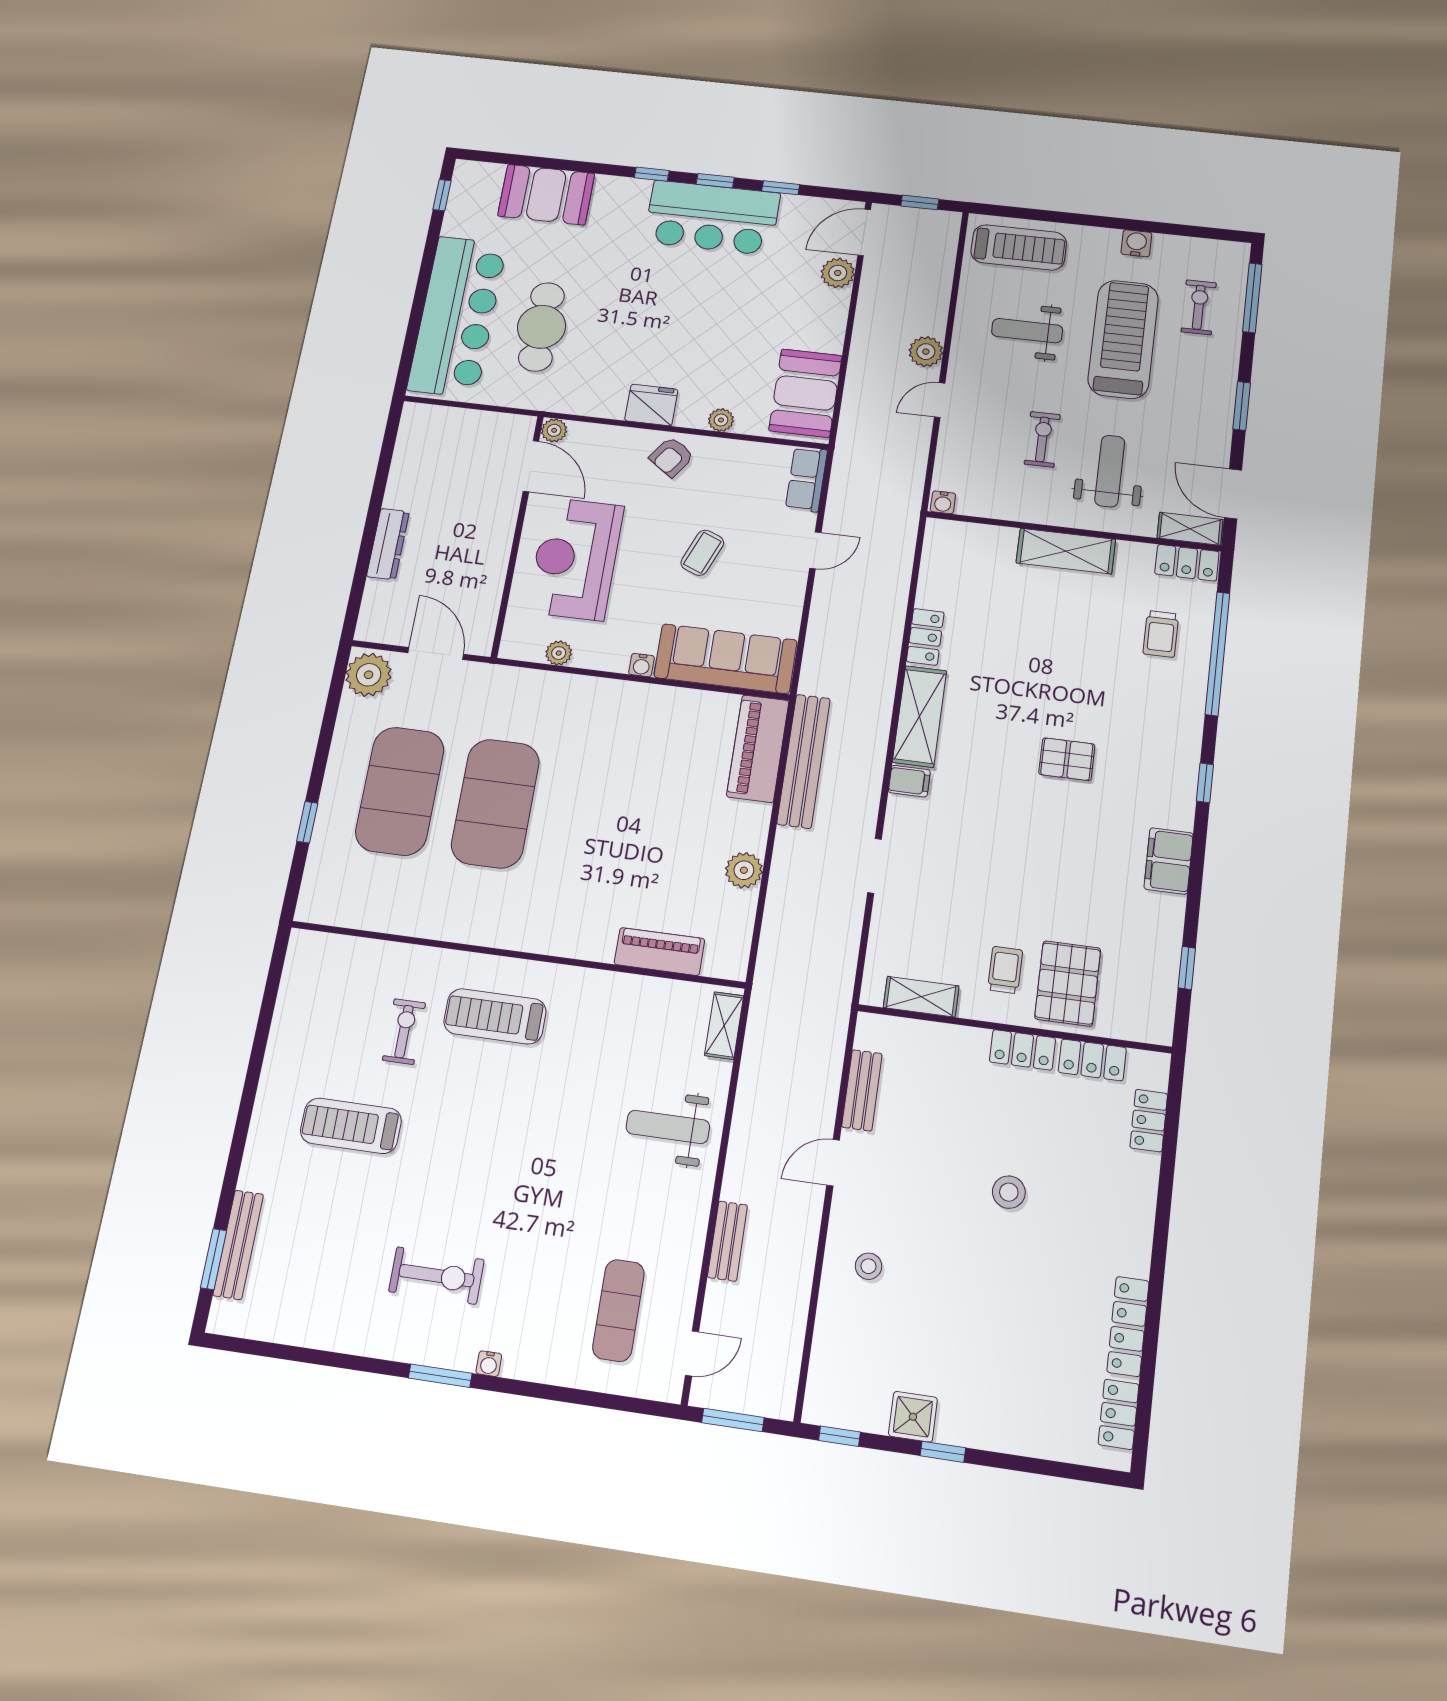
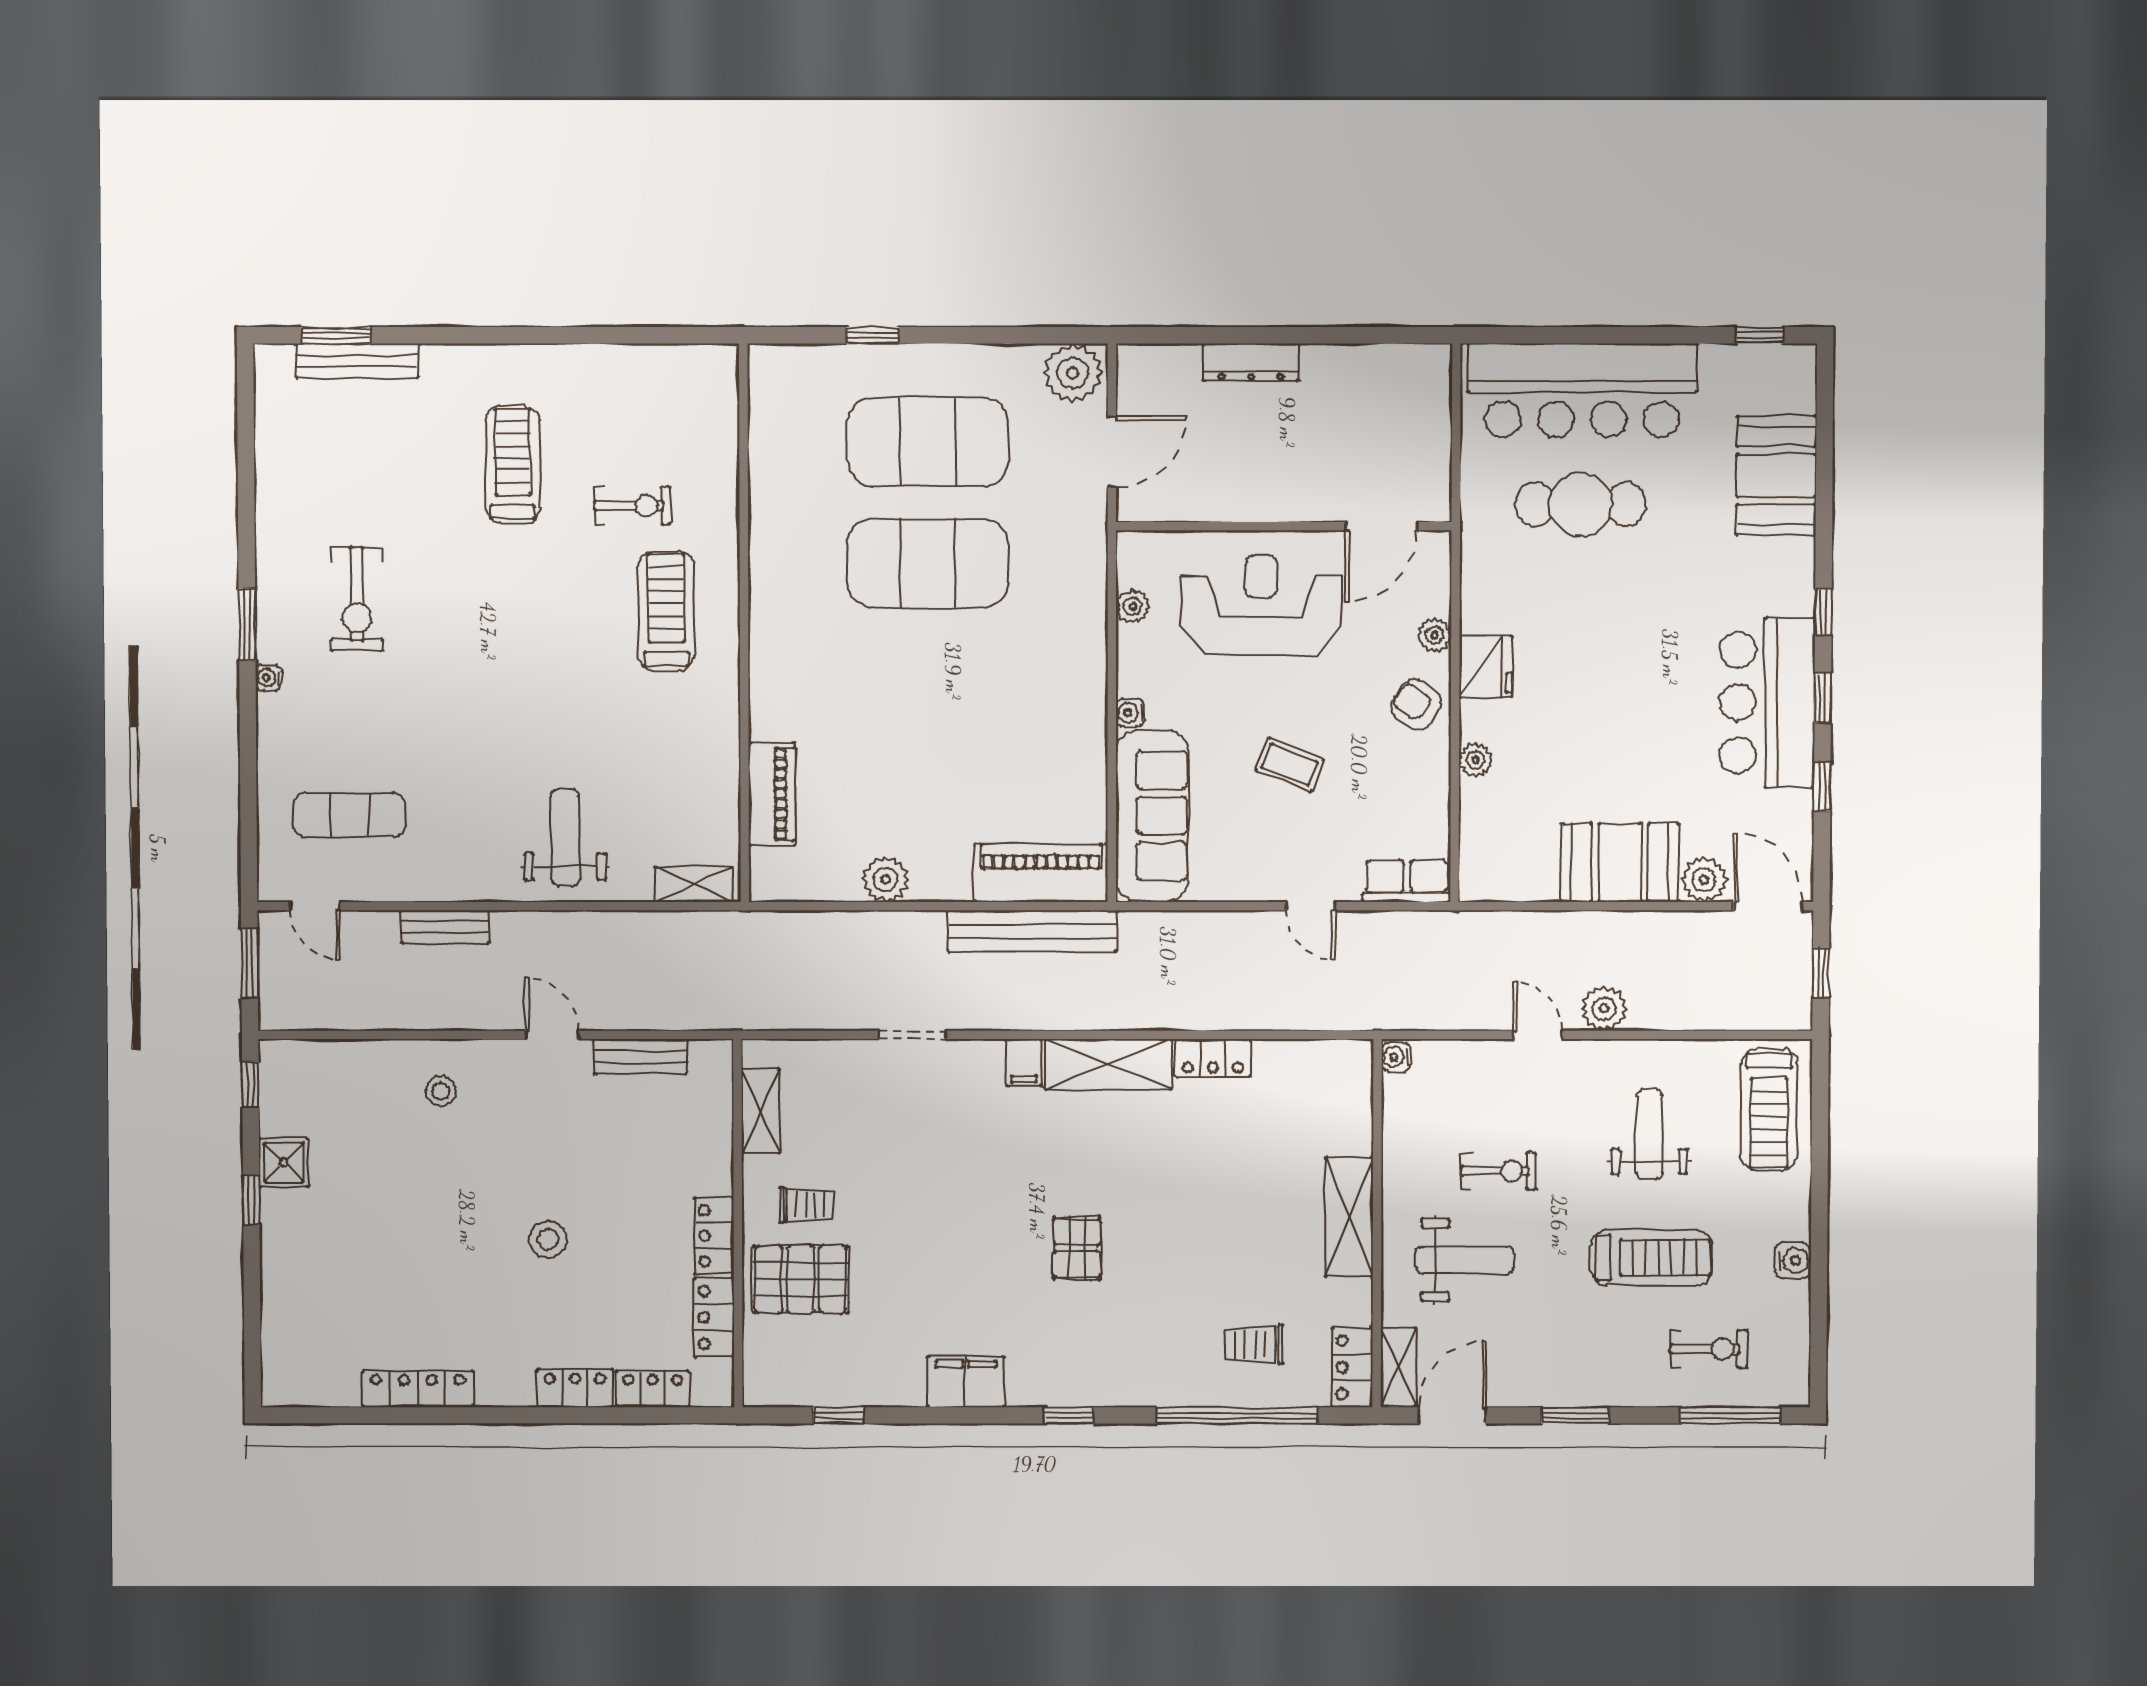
treadmill: (1123, 339) -> (1652, 1258), width x0.73, depth x0.73
booth: (805, 393) -> (1620, 862), moved
plant: (554, 430) -> (1435, 635), moved
locker: (1119, 1414) -> (575, 1388), moved

